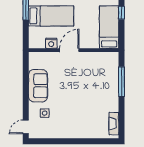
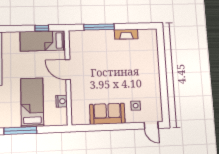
window: (122, 13) -> (42, 28), moved
door: (69, 50) -> (68, 70), moved
fireplace: (114, 124) -> (126, 34), moved

